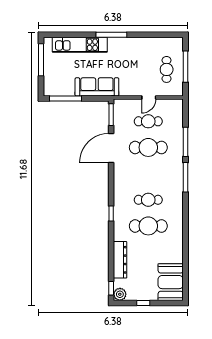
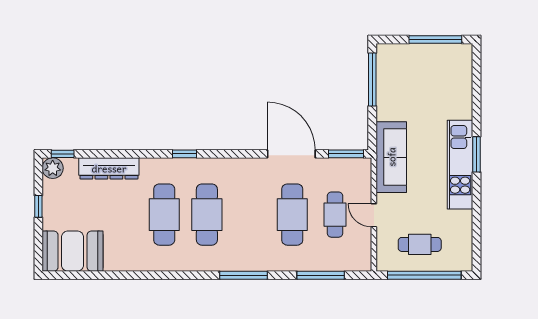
window: (111, 35) -> (476, 154), width x0.69
kitchen unit: (80, 45) -> (460, 165), moved
window: (185, 67) -> (424, 275), width x1.46
sofa: (97, 87) -> (391, 157), moved
window: (185, 142) -> (321, 275), moved
cafe table: (148, 200) -> (207, 215), width x1.37, depth x1.35

